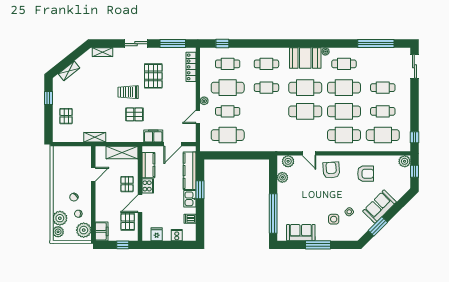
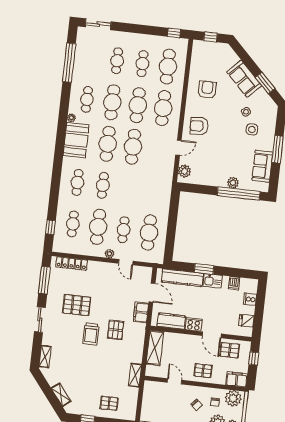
plant: (405, 161) -> (199, 46), removed
plant: (282, 177) -> (233, 183), moved
pallet: (127, 184) -> (203, 371), moved

